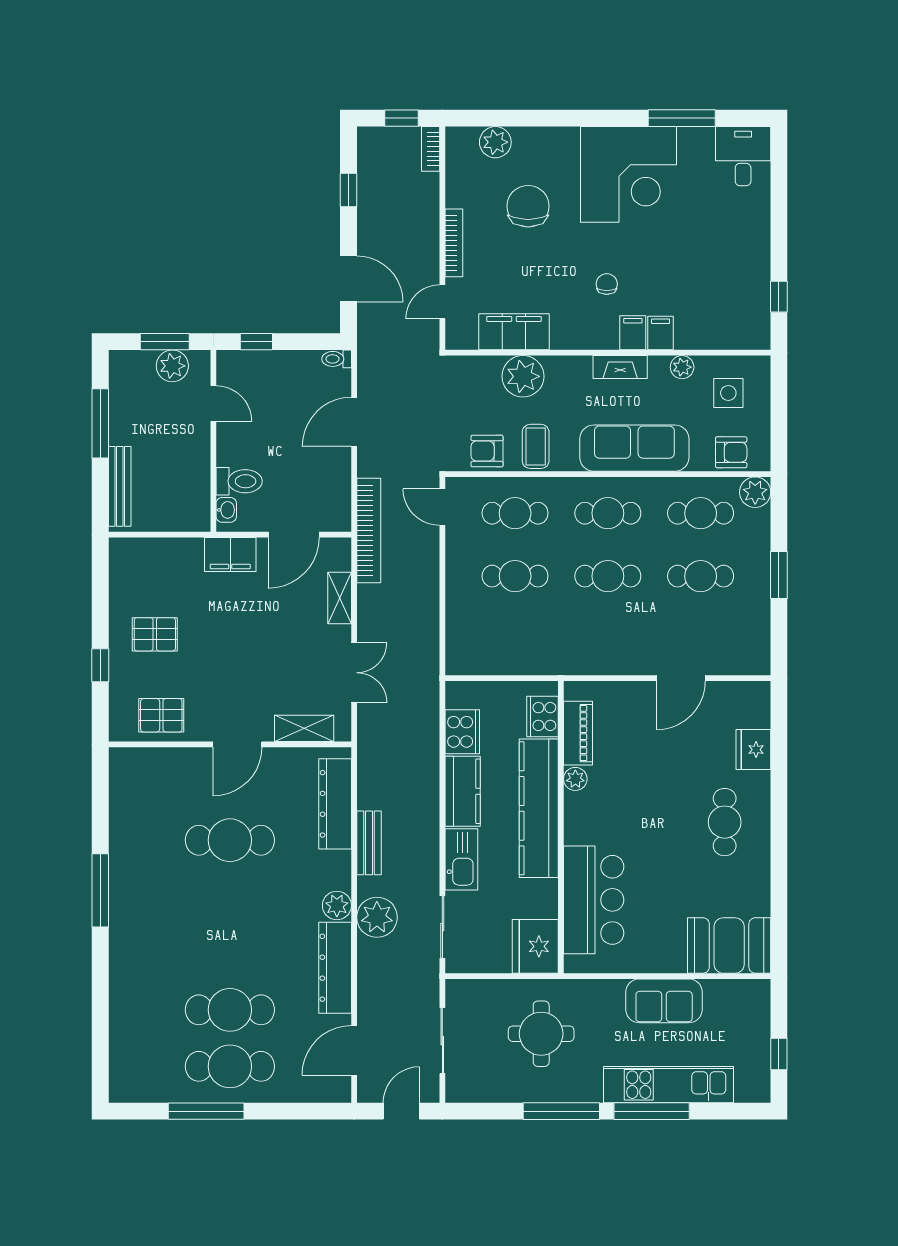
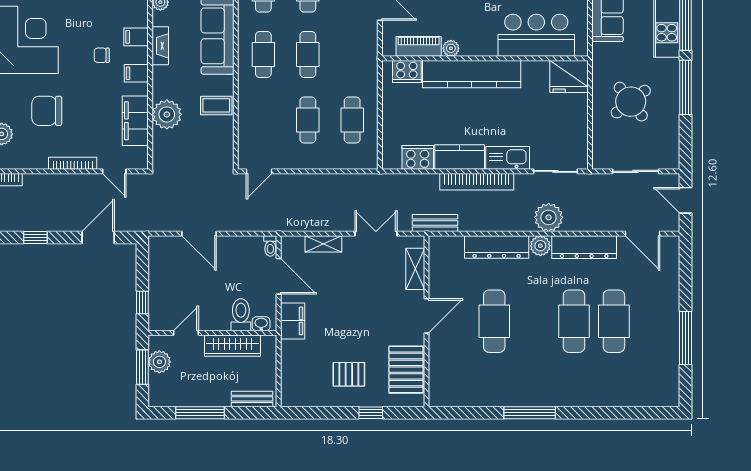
filing cabinet: (661, 333) -> (136, 73), moved
toilet: (337, 359) -> (270, 246), moved
armchair: (487, 451) -> (220, 140), removed
wardrobe: (195, 469) -> (232, 346), added
bench: (120, 486) -> (252, 399), width x0.73
cafe table: (515, 513) -> (352, 120), moved
bookcase: (369, 530) -> (477, 182), moved, turned 180
pallet: (155, 634) -> (349, 374), turned 90
pallet: (161, 715) -> (406, 370), width x1.50, depth x1.42
cooker: (542, 716) -> (407, 71), moved
piano: (578, 733) -> (419, 46), moved
door: (237, 744) -> (427, 316), hinge flipped
plant: (575, 779) -> (451, 48), moved
dresser: (335, 804) -> (497, 247), moved
kitchen counter: (539, 808) -> (472, 74), moved
wall: (561, 827) -> (485, 58), moved
bench: (369, 843) -> (435, 223), moved
bar counter: (594, 900) -> (536, 35), moved
fridge: (535, 946) -> (569, 77), moved
round table: (541, 1034) -> (631, 102), turned -38
cafe table: (230, 1066) -> (574, 321), moved

